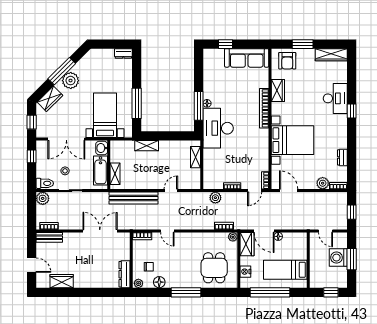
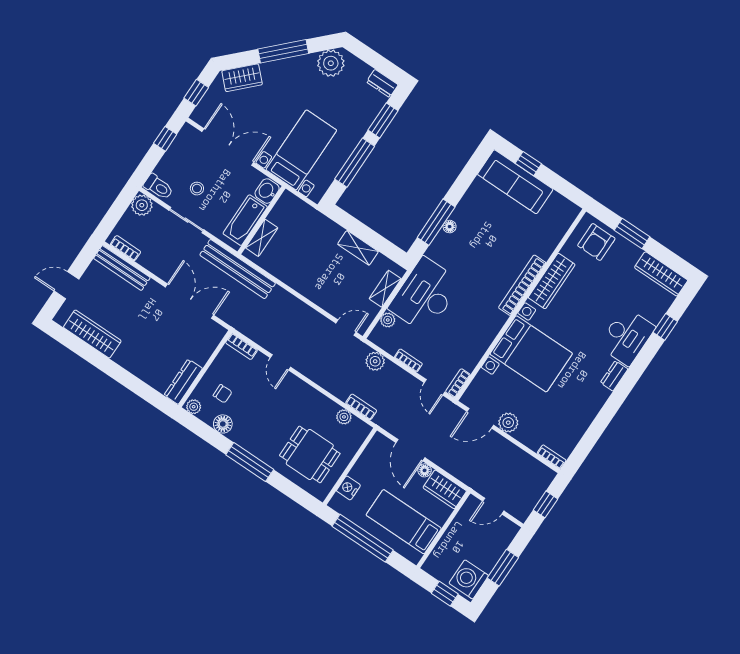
sofa: (247, 58) -> (515, 182), moved
window: (137, 72) -> (383, 120), added
plant: (71, 81) -> (331, 63), moved
wardrobe: (278, 90) -> (552, 281), width x1.50
window: (352, 111) -> (665, 327), moved
desk: (218, 128) -> (425, 295), moved
double door: (66, 139) -> (228, 147), swing flipped
shelving: (147, 146) -> (358, 248), moved
dresser: (342, 157) -> (614, 376), moved
plant: (208, 172) -> (388, 320), added
plant: (323, 183) -> (508, 423), moved
door: (171, 191) -> (346, 328), moved
door: (255, 191) -> (434, 387), hinge flipped
door: (289, 191) -> (480, 418), swing flipped
bench: (133, 198) -> (238, 269), moved
door: (326, 231) -> (493, 506), hinge flipped
bench: (49, 237) -> (122, 268), width x1.36
plant: (233, 237) -> (344, 417), moved
wardrobe: (247, 244) -> (445, 489), moved, turned 90
washing machine: (338, 258) -> (469, 579), moved
door: (32, 265) -> (66, 285), swing flipped
dining table: (214, 268) -> (310, 454), turned 90
wardrobe: (62, 281) -> (92, 334), width x1.50

